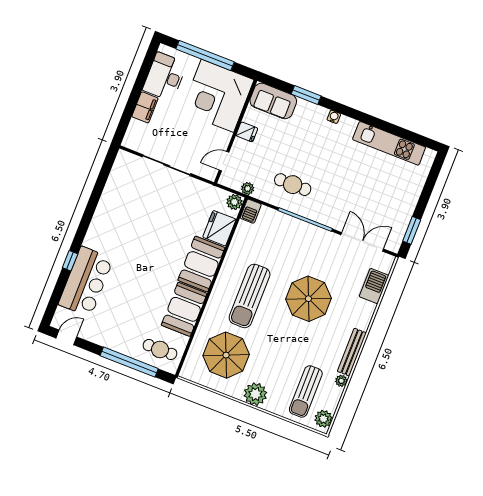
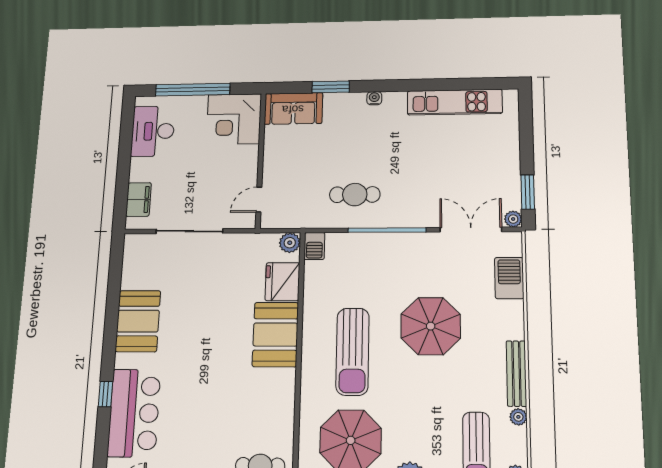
corner desk: (217, 96) -> (234, 119), width x0.74, depth x0.74
filing cabinet: (145, 107) -> (138, 199), moved
fridge: (247, 132) -> (275, 155), removed
plant: (248, 188) -> (513, 219), moved
booth: (184, 309) -> (138, 321), moved

